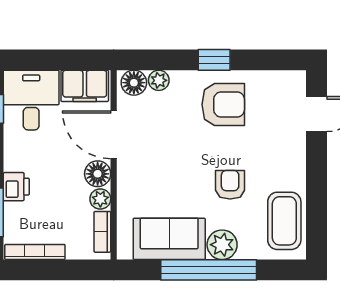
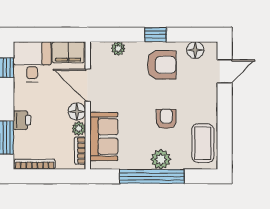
floor lamp: (134, 83) -> (195, 50), moved
sofa: (169, 239) -> (104, 137), moved, turned 90

